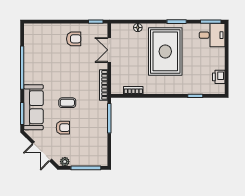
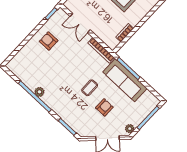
armchair: (74, 39) -> (49, 41), turned -90
plant: (29, 68) -> (39, 92), added
sofa: (34, 107) -> (125, 80), moved, turned 180

